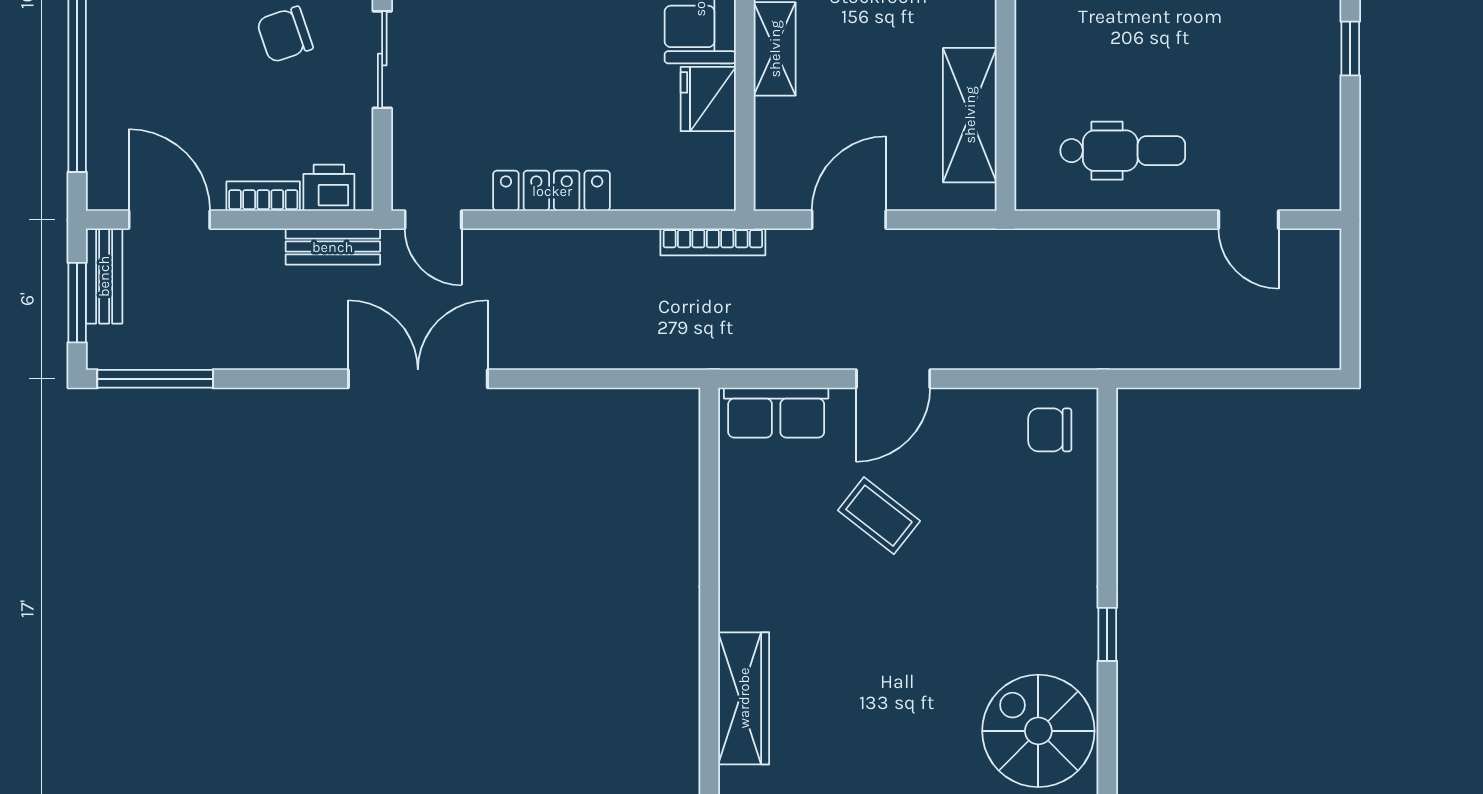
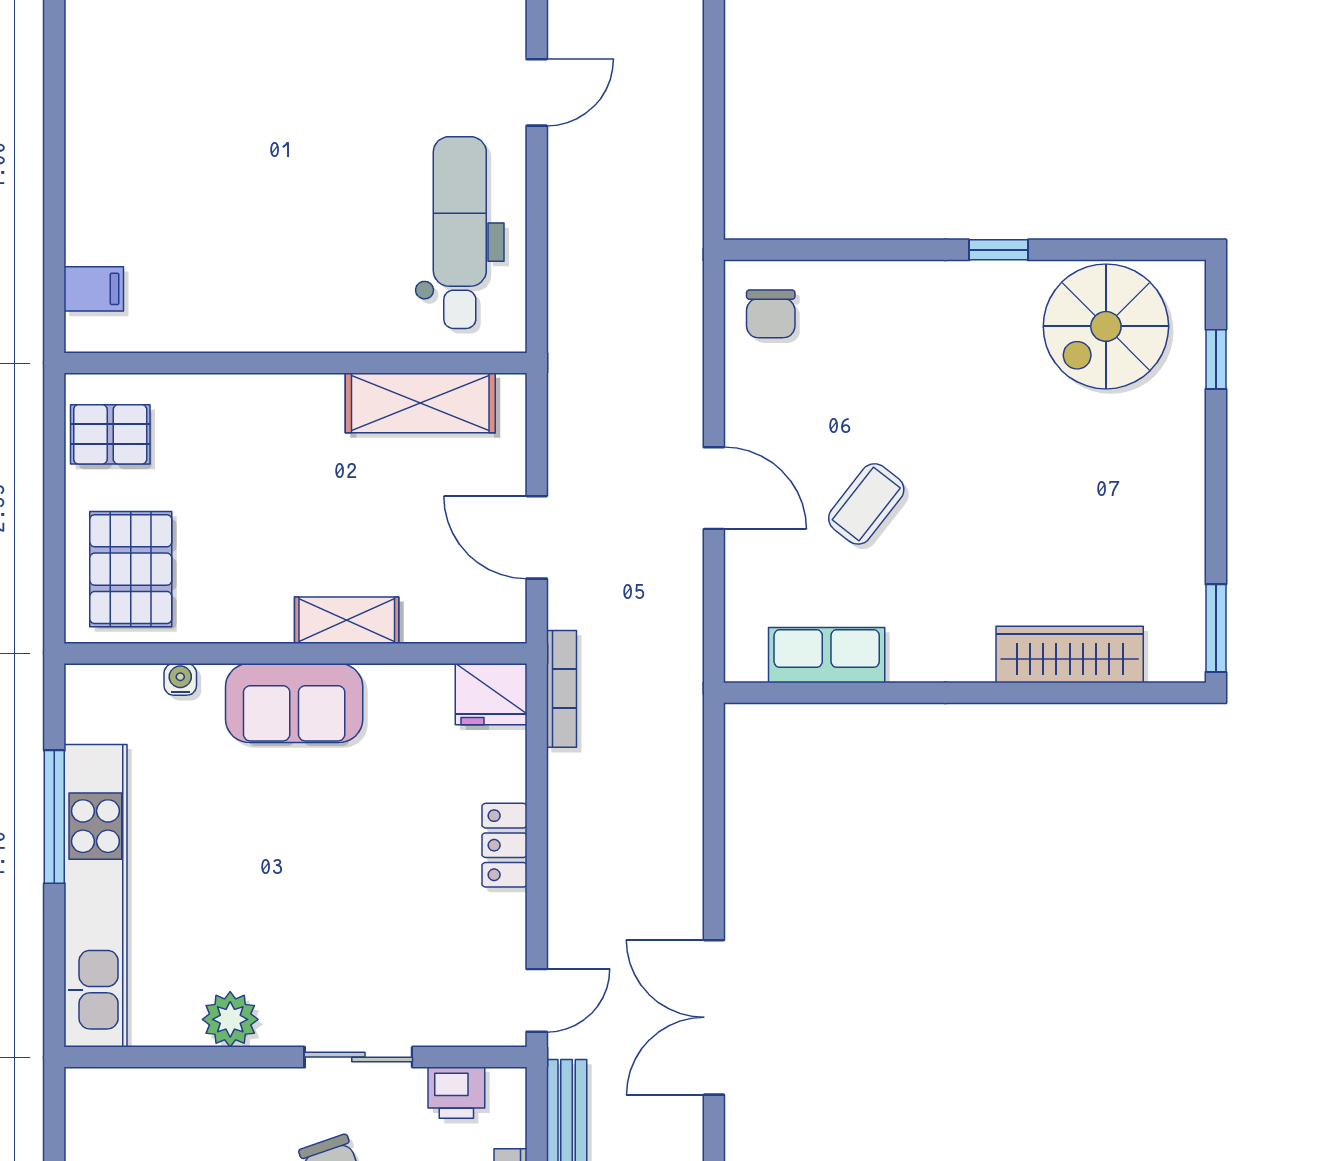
fridge: (708, 99) -> (491, 694), moved
dental chair: (1123, 151) -> (460, 233), width x1.36, depth x1.38
printer: (329, 188) -> (456, 1093), moved, turned -90
locker: (552, 191) -> (504, 845), width x0.66
row of seats: (776, 413) -> (827, 655), moved, turned -90

